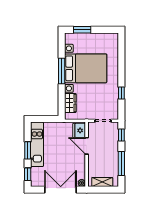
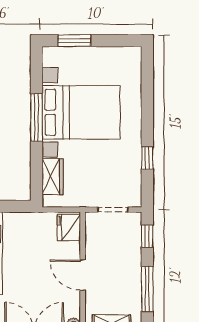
door: (87, 146) -> (83, 275), moved

